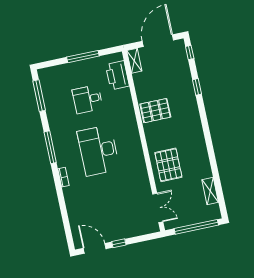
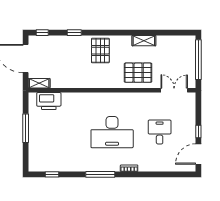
window: (39, 96) -> (52, 174), width x0.46
desk: (88, 99) -> (160, 132), moved, turned 180
pallet: (155, 111) -> (100, 51), moved
shelving: (210, 191) -> (144, 41), moved

